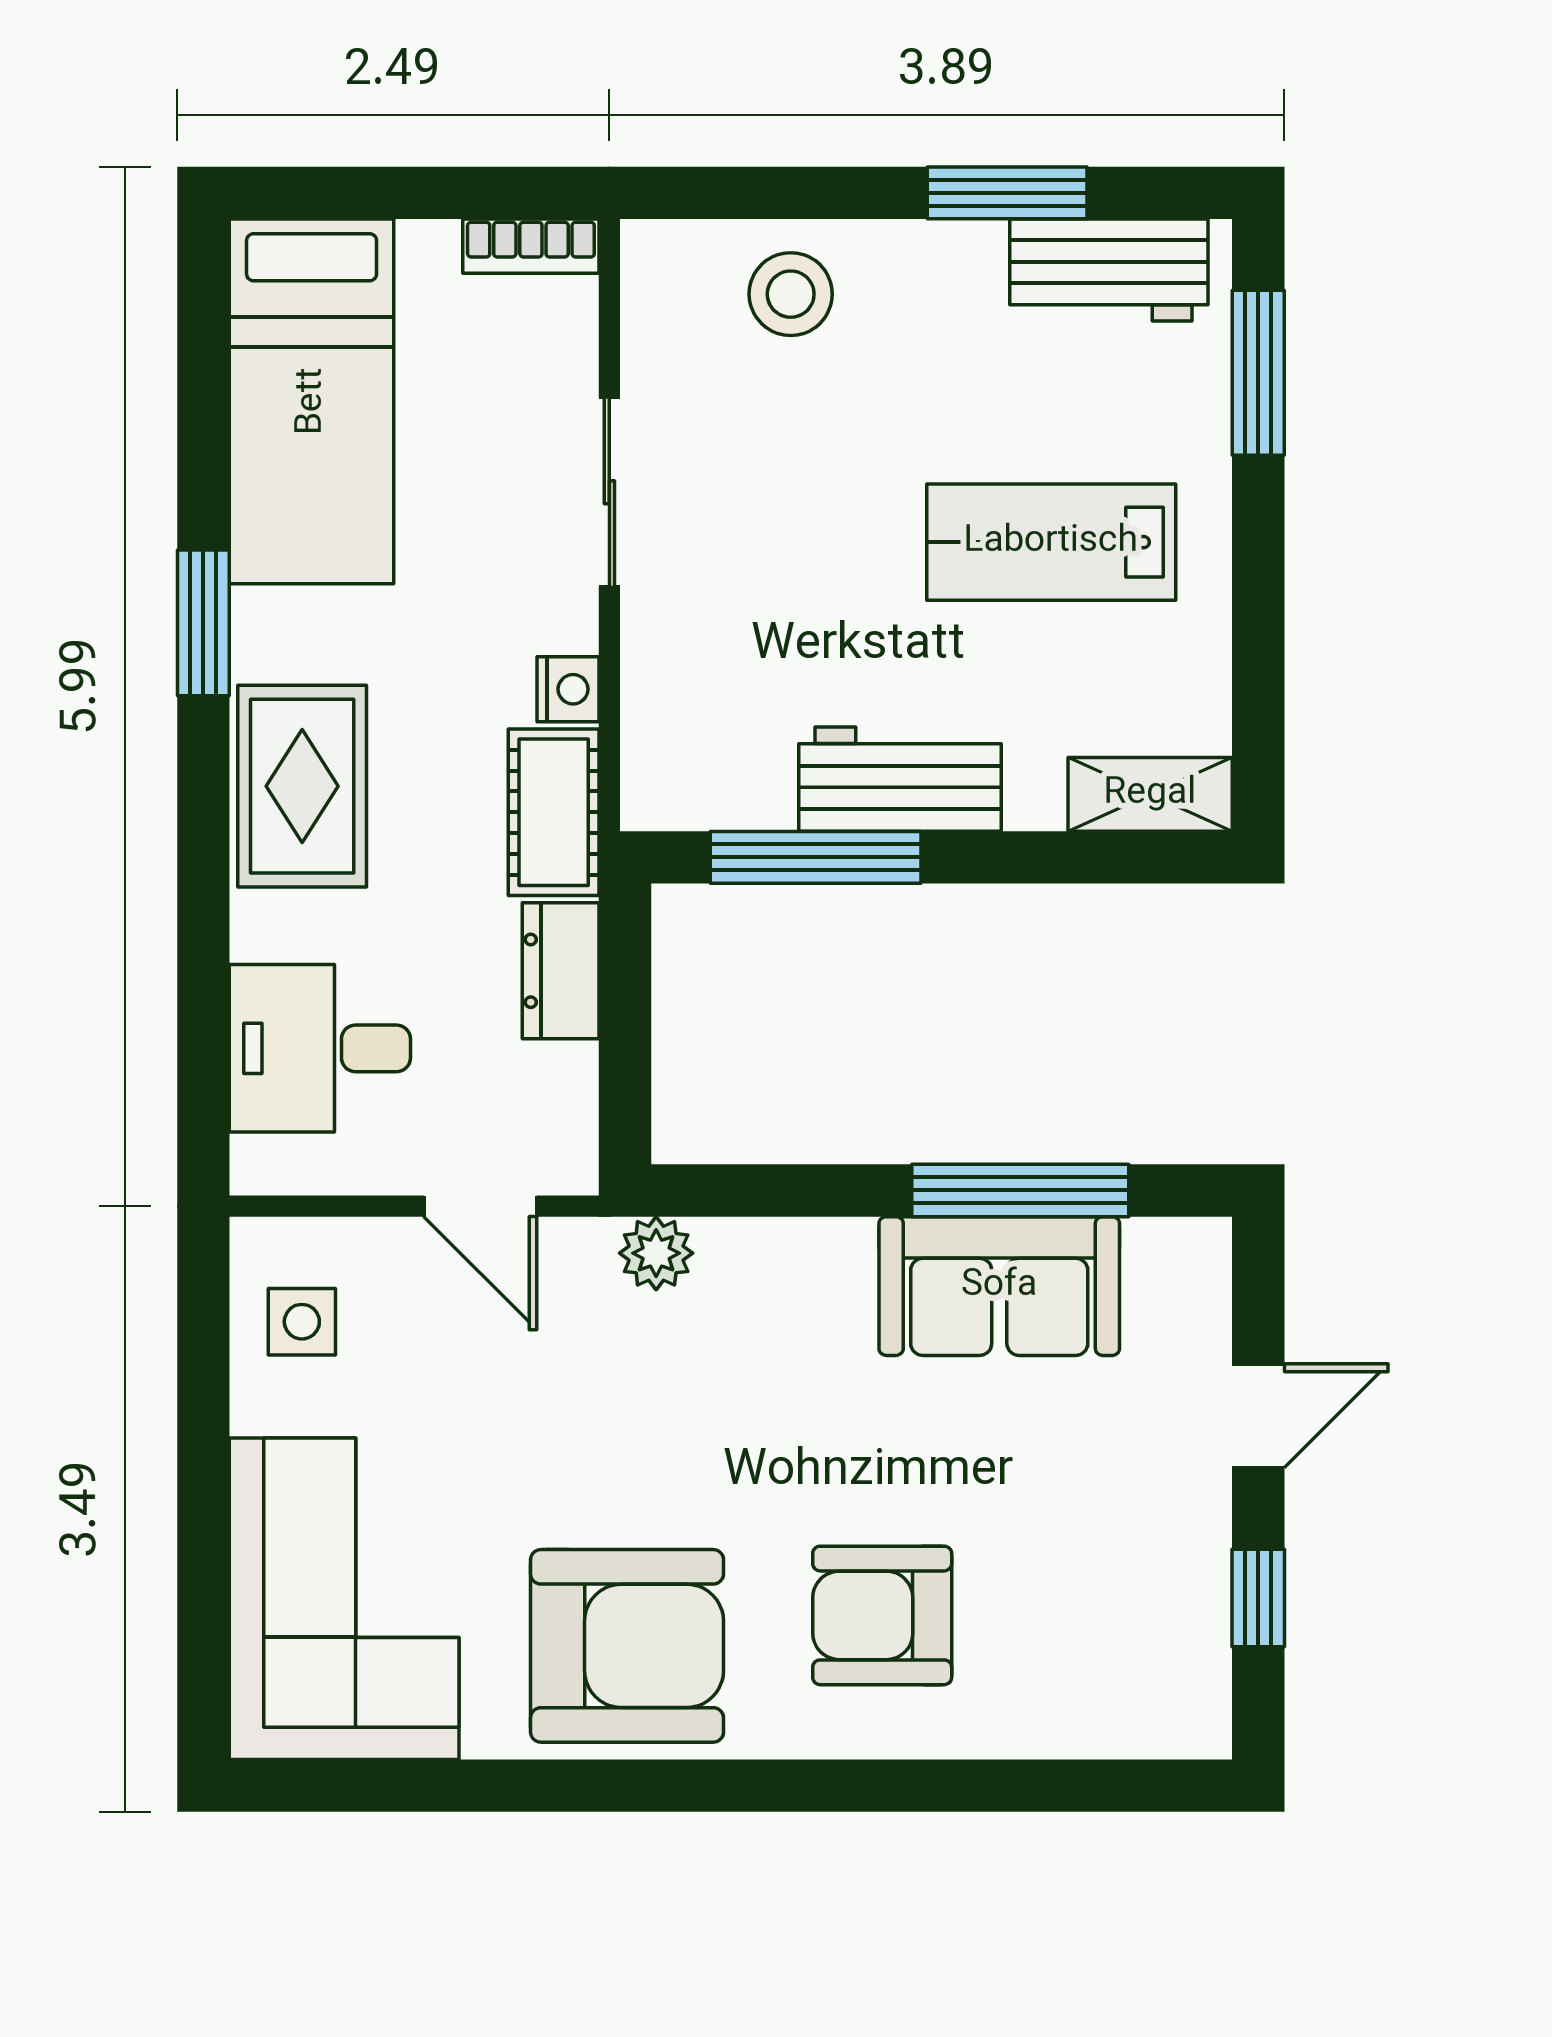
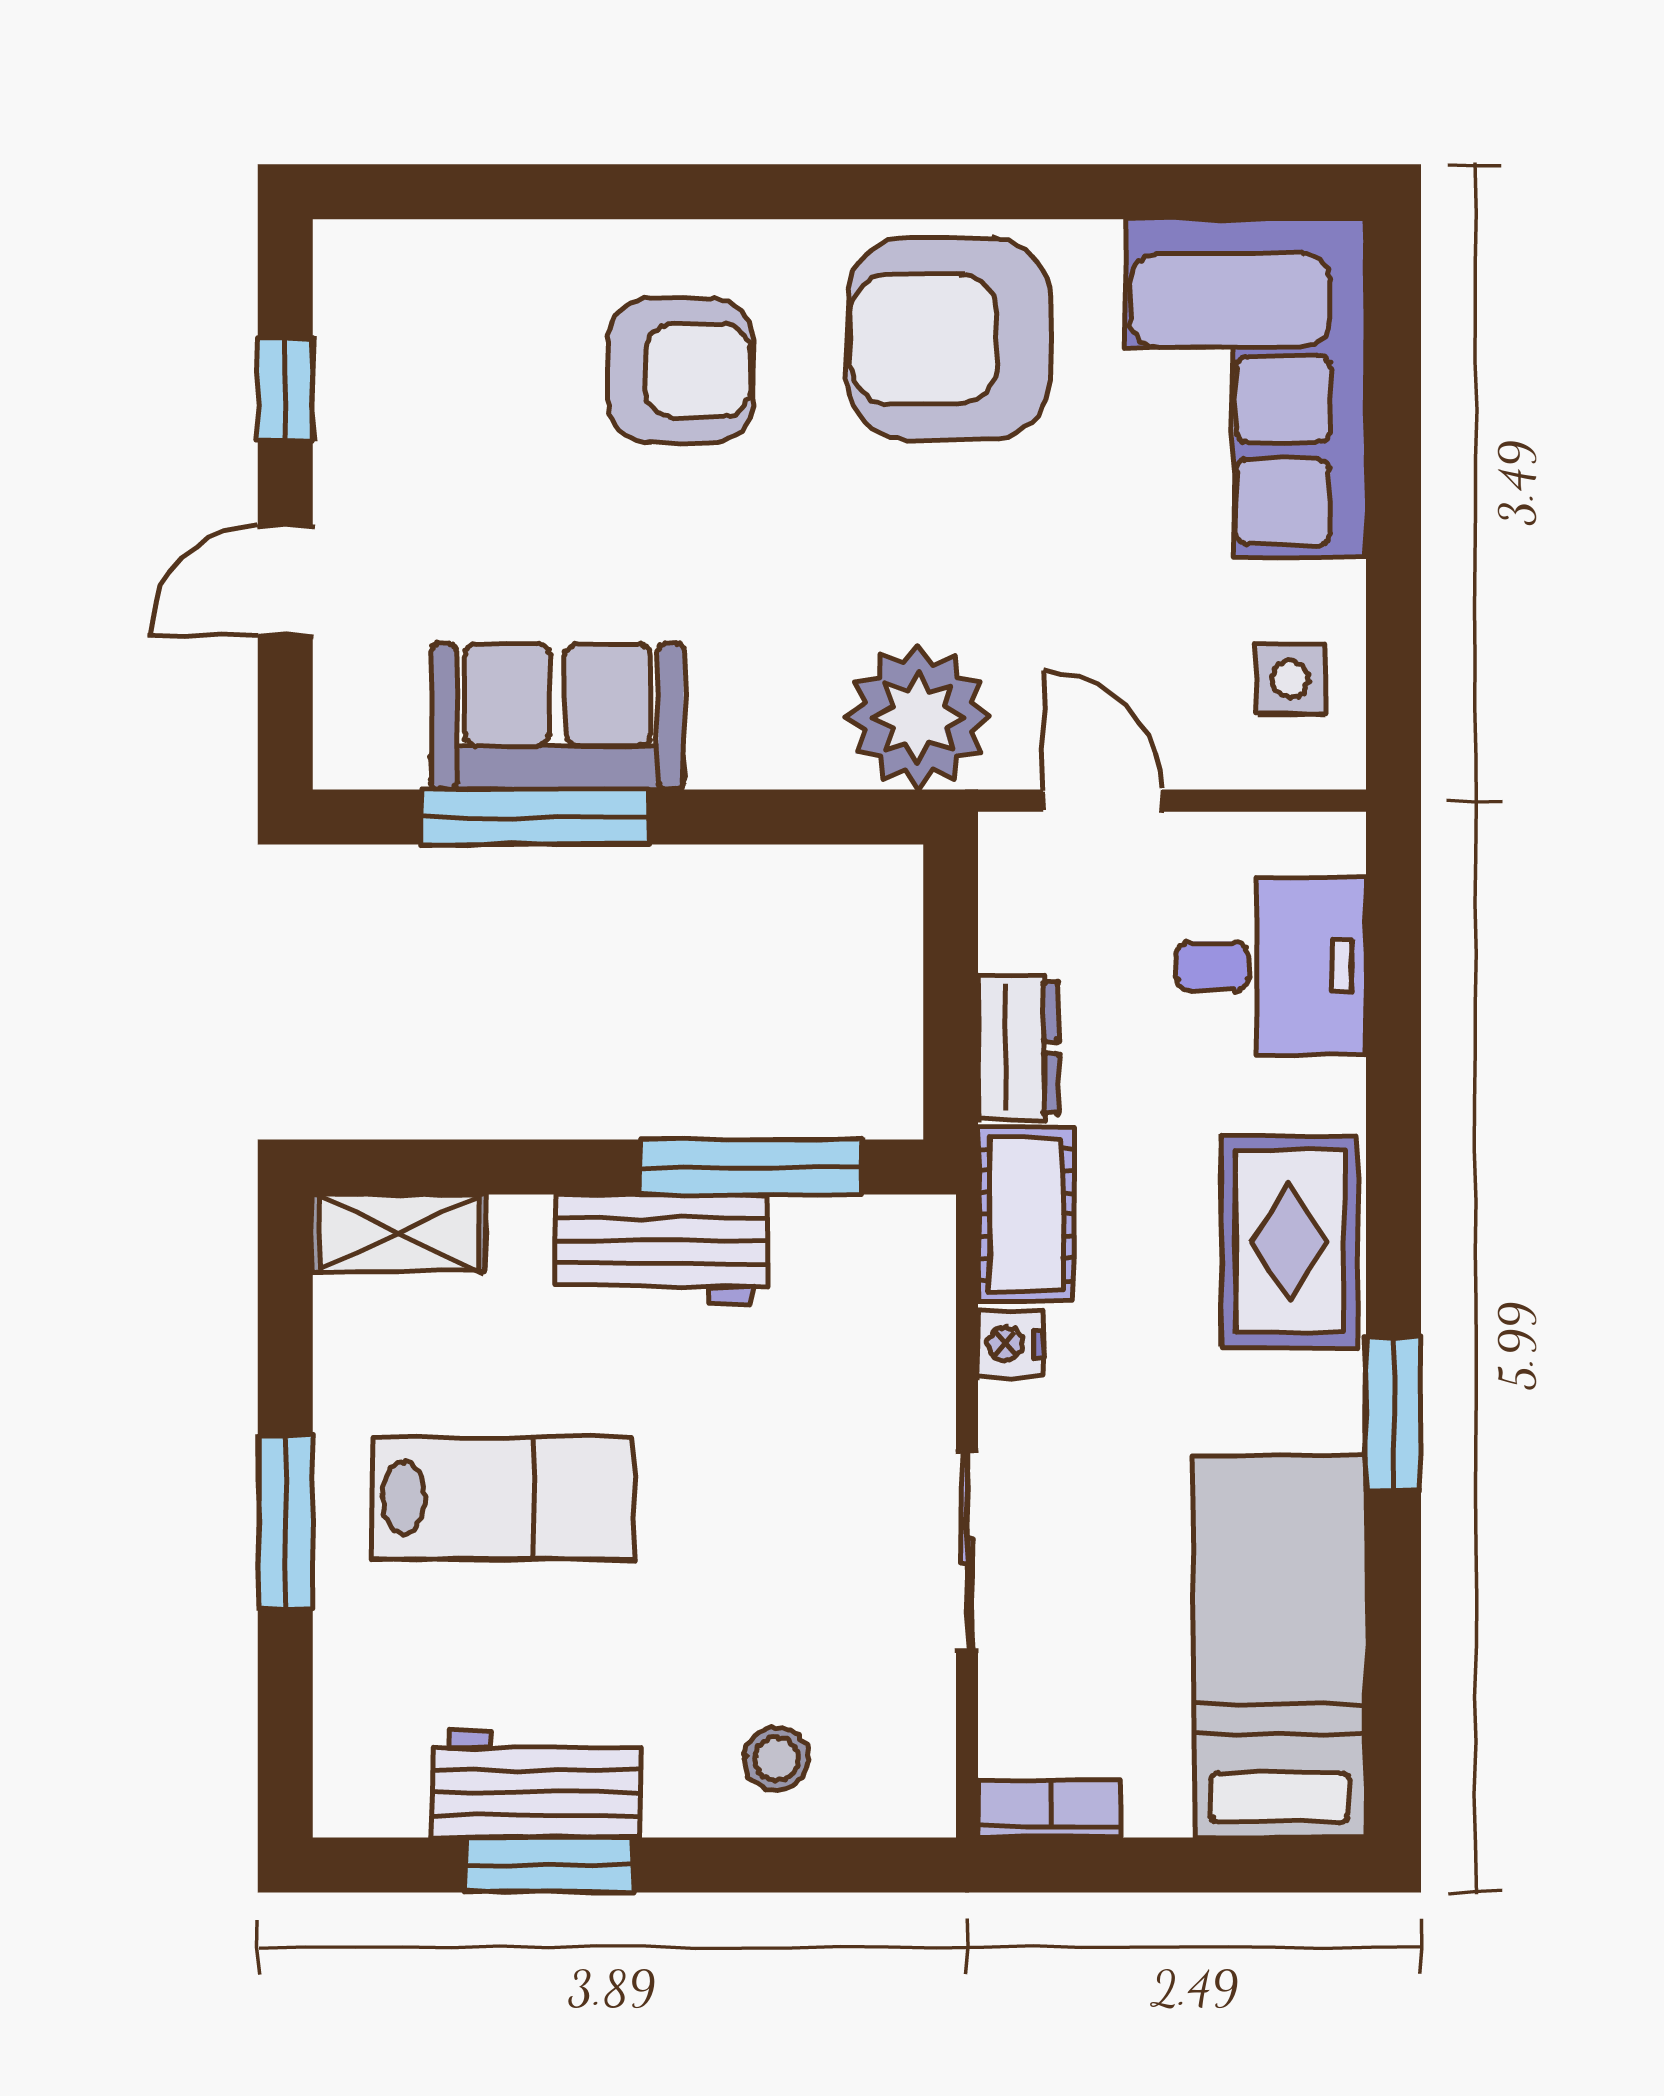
workbench: (1109, 270) -> (536, 1784), moved
stool: (791, 294) -> (777, 1759), width x0.73, depth x0.73
window: (1258, 373) -> (285, 1523), moved
plant: (656, 1253) -> (918, 717), width x1.87, depth x1.87

